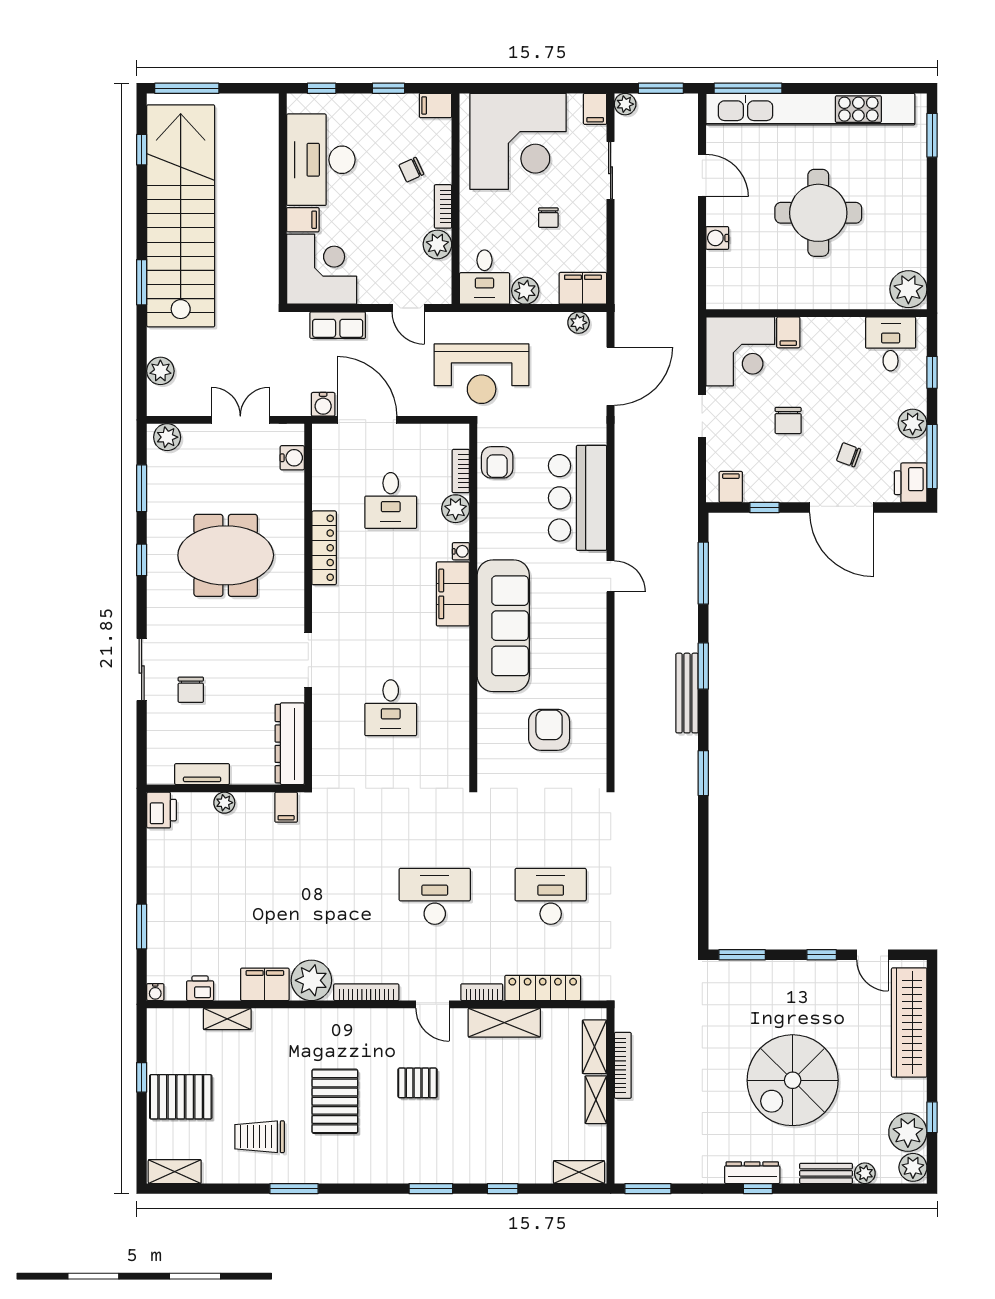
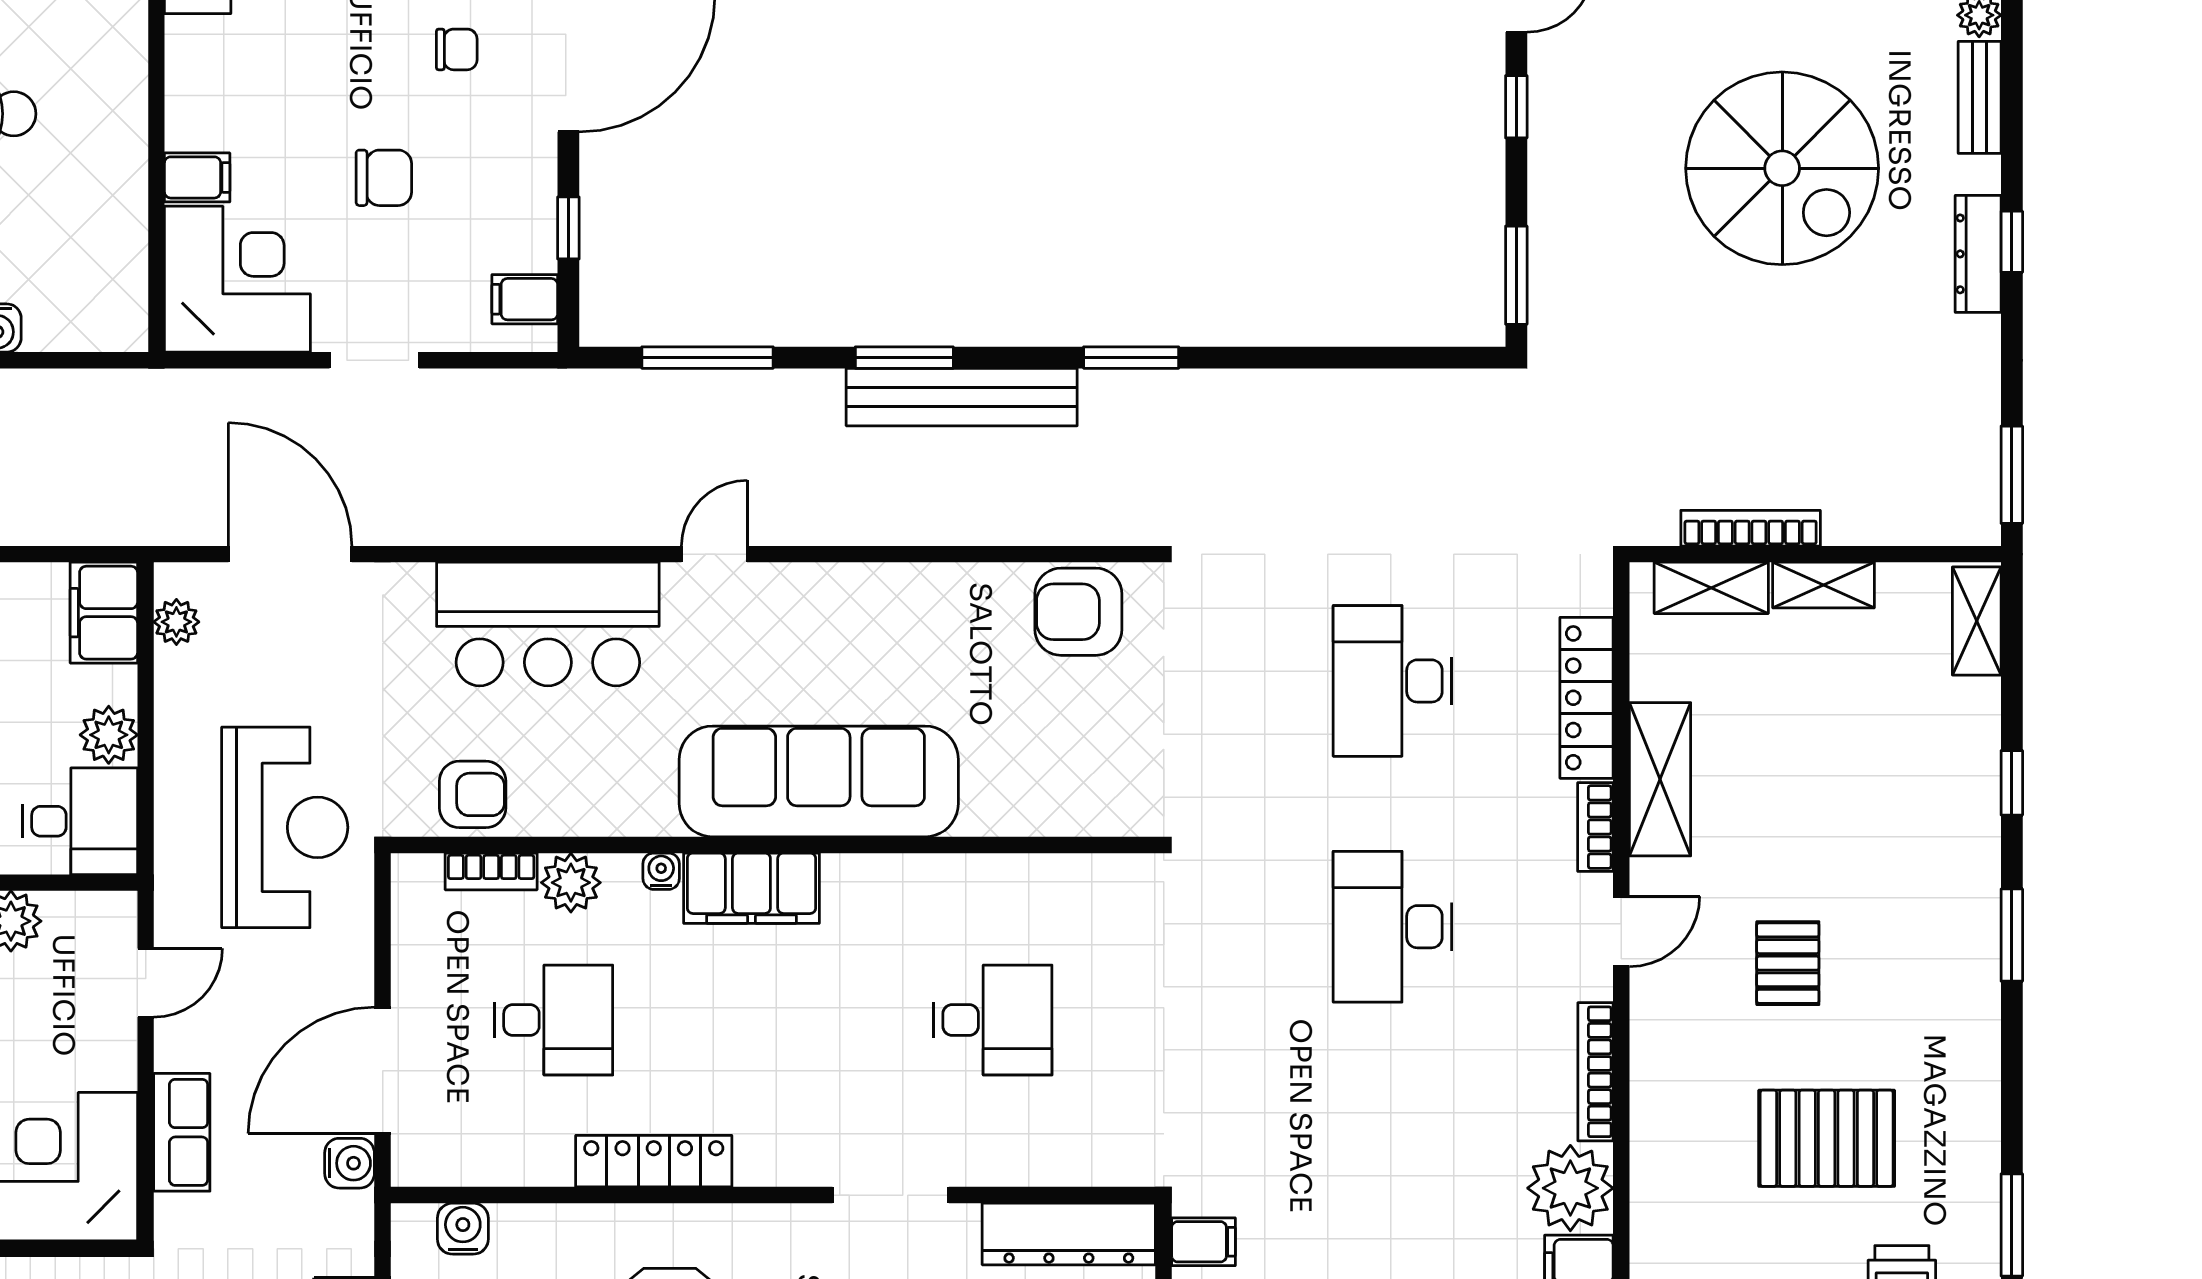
chair: (849, 455) -> (457, 49), turned -110
bench: (687, 693) -> (962, 397), width x1.37, depth x1.21
armchair: (549, 730) -> (1078, 612), moved

